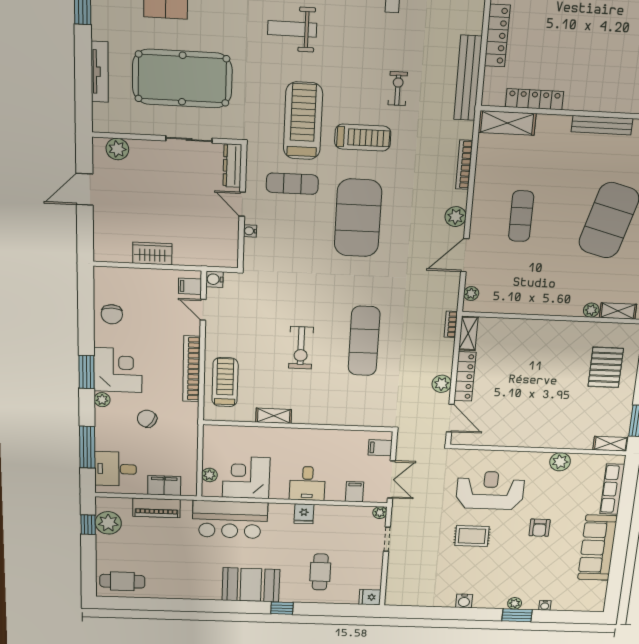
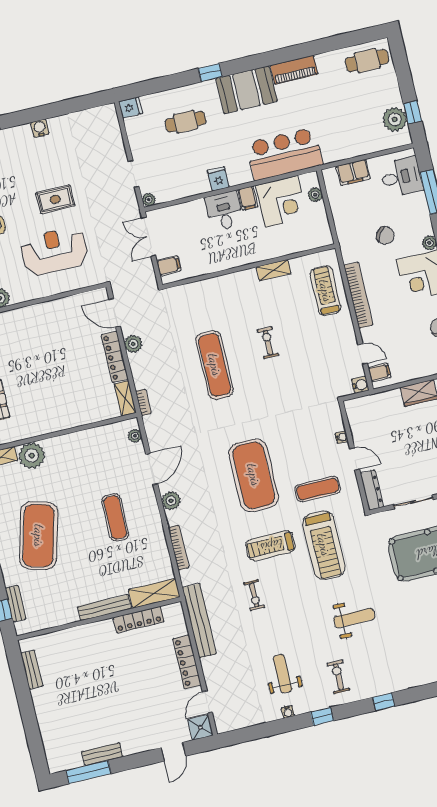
bench: (602, 125) -> (104, 608), moved
plant: (591, 310) -> (32, 456), width x1.88, depth x1.88
exercise bike: (301, 348) -> (268, 343), width x0.73, depth x0.72
treadmill: (225, 382) -> (326, 291), turned 180
reception desk: (490, 490) -> (54, 251), turned 180
filing cabinet: (355, 492) -> (248, 198), moved
piano: (156, 508) -> (294, 70), moved, turned 180
cafe table: (320, 572) -> (185, 122), turned 90

